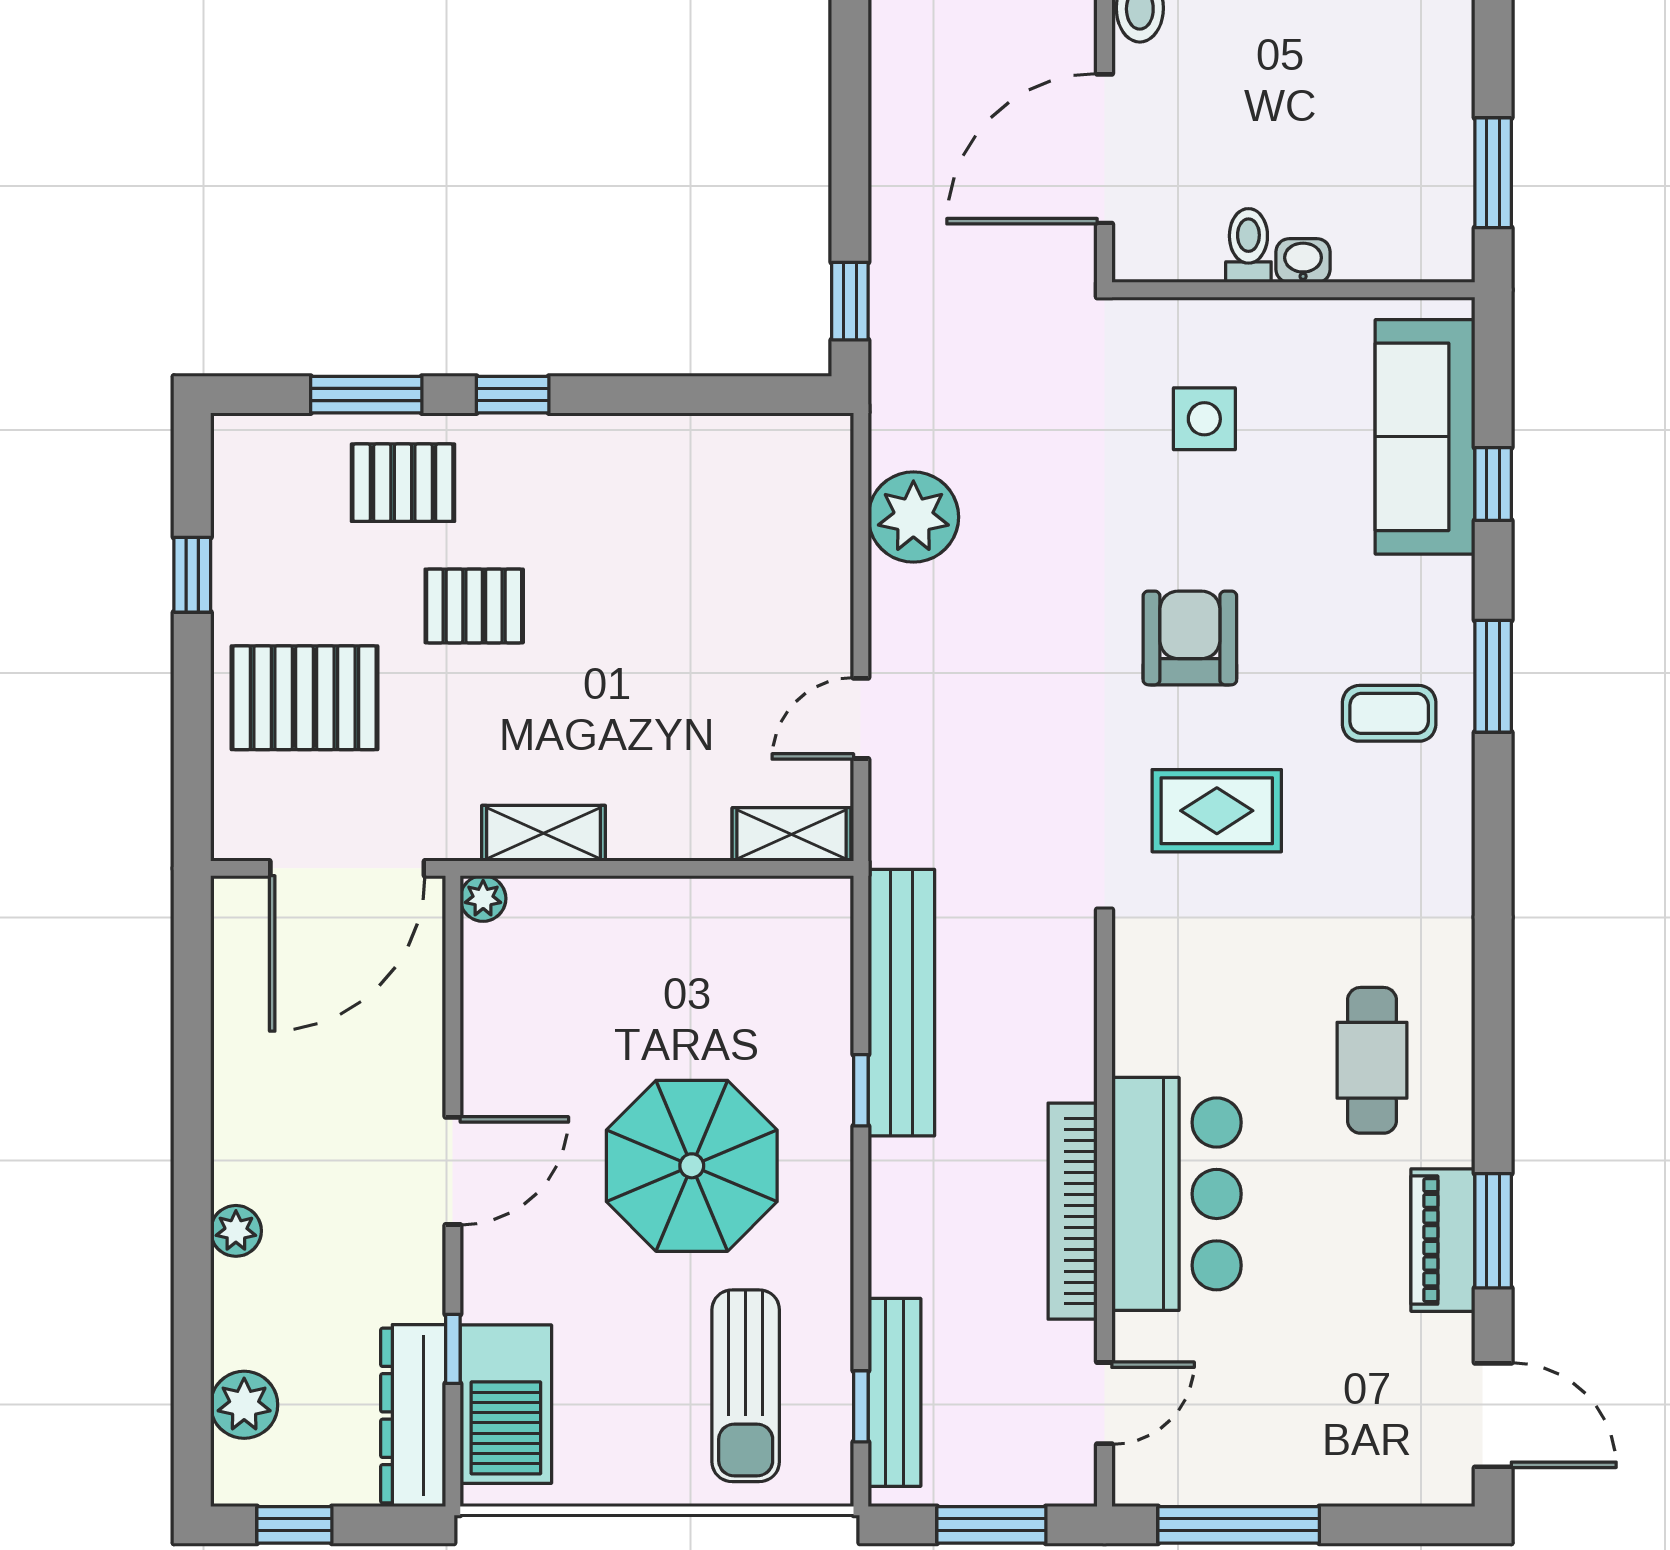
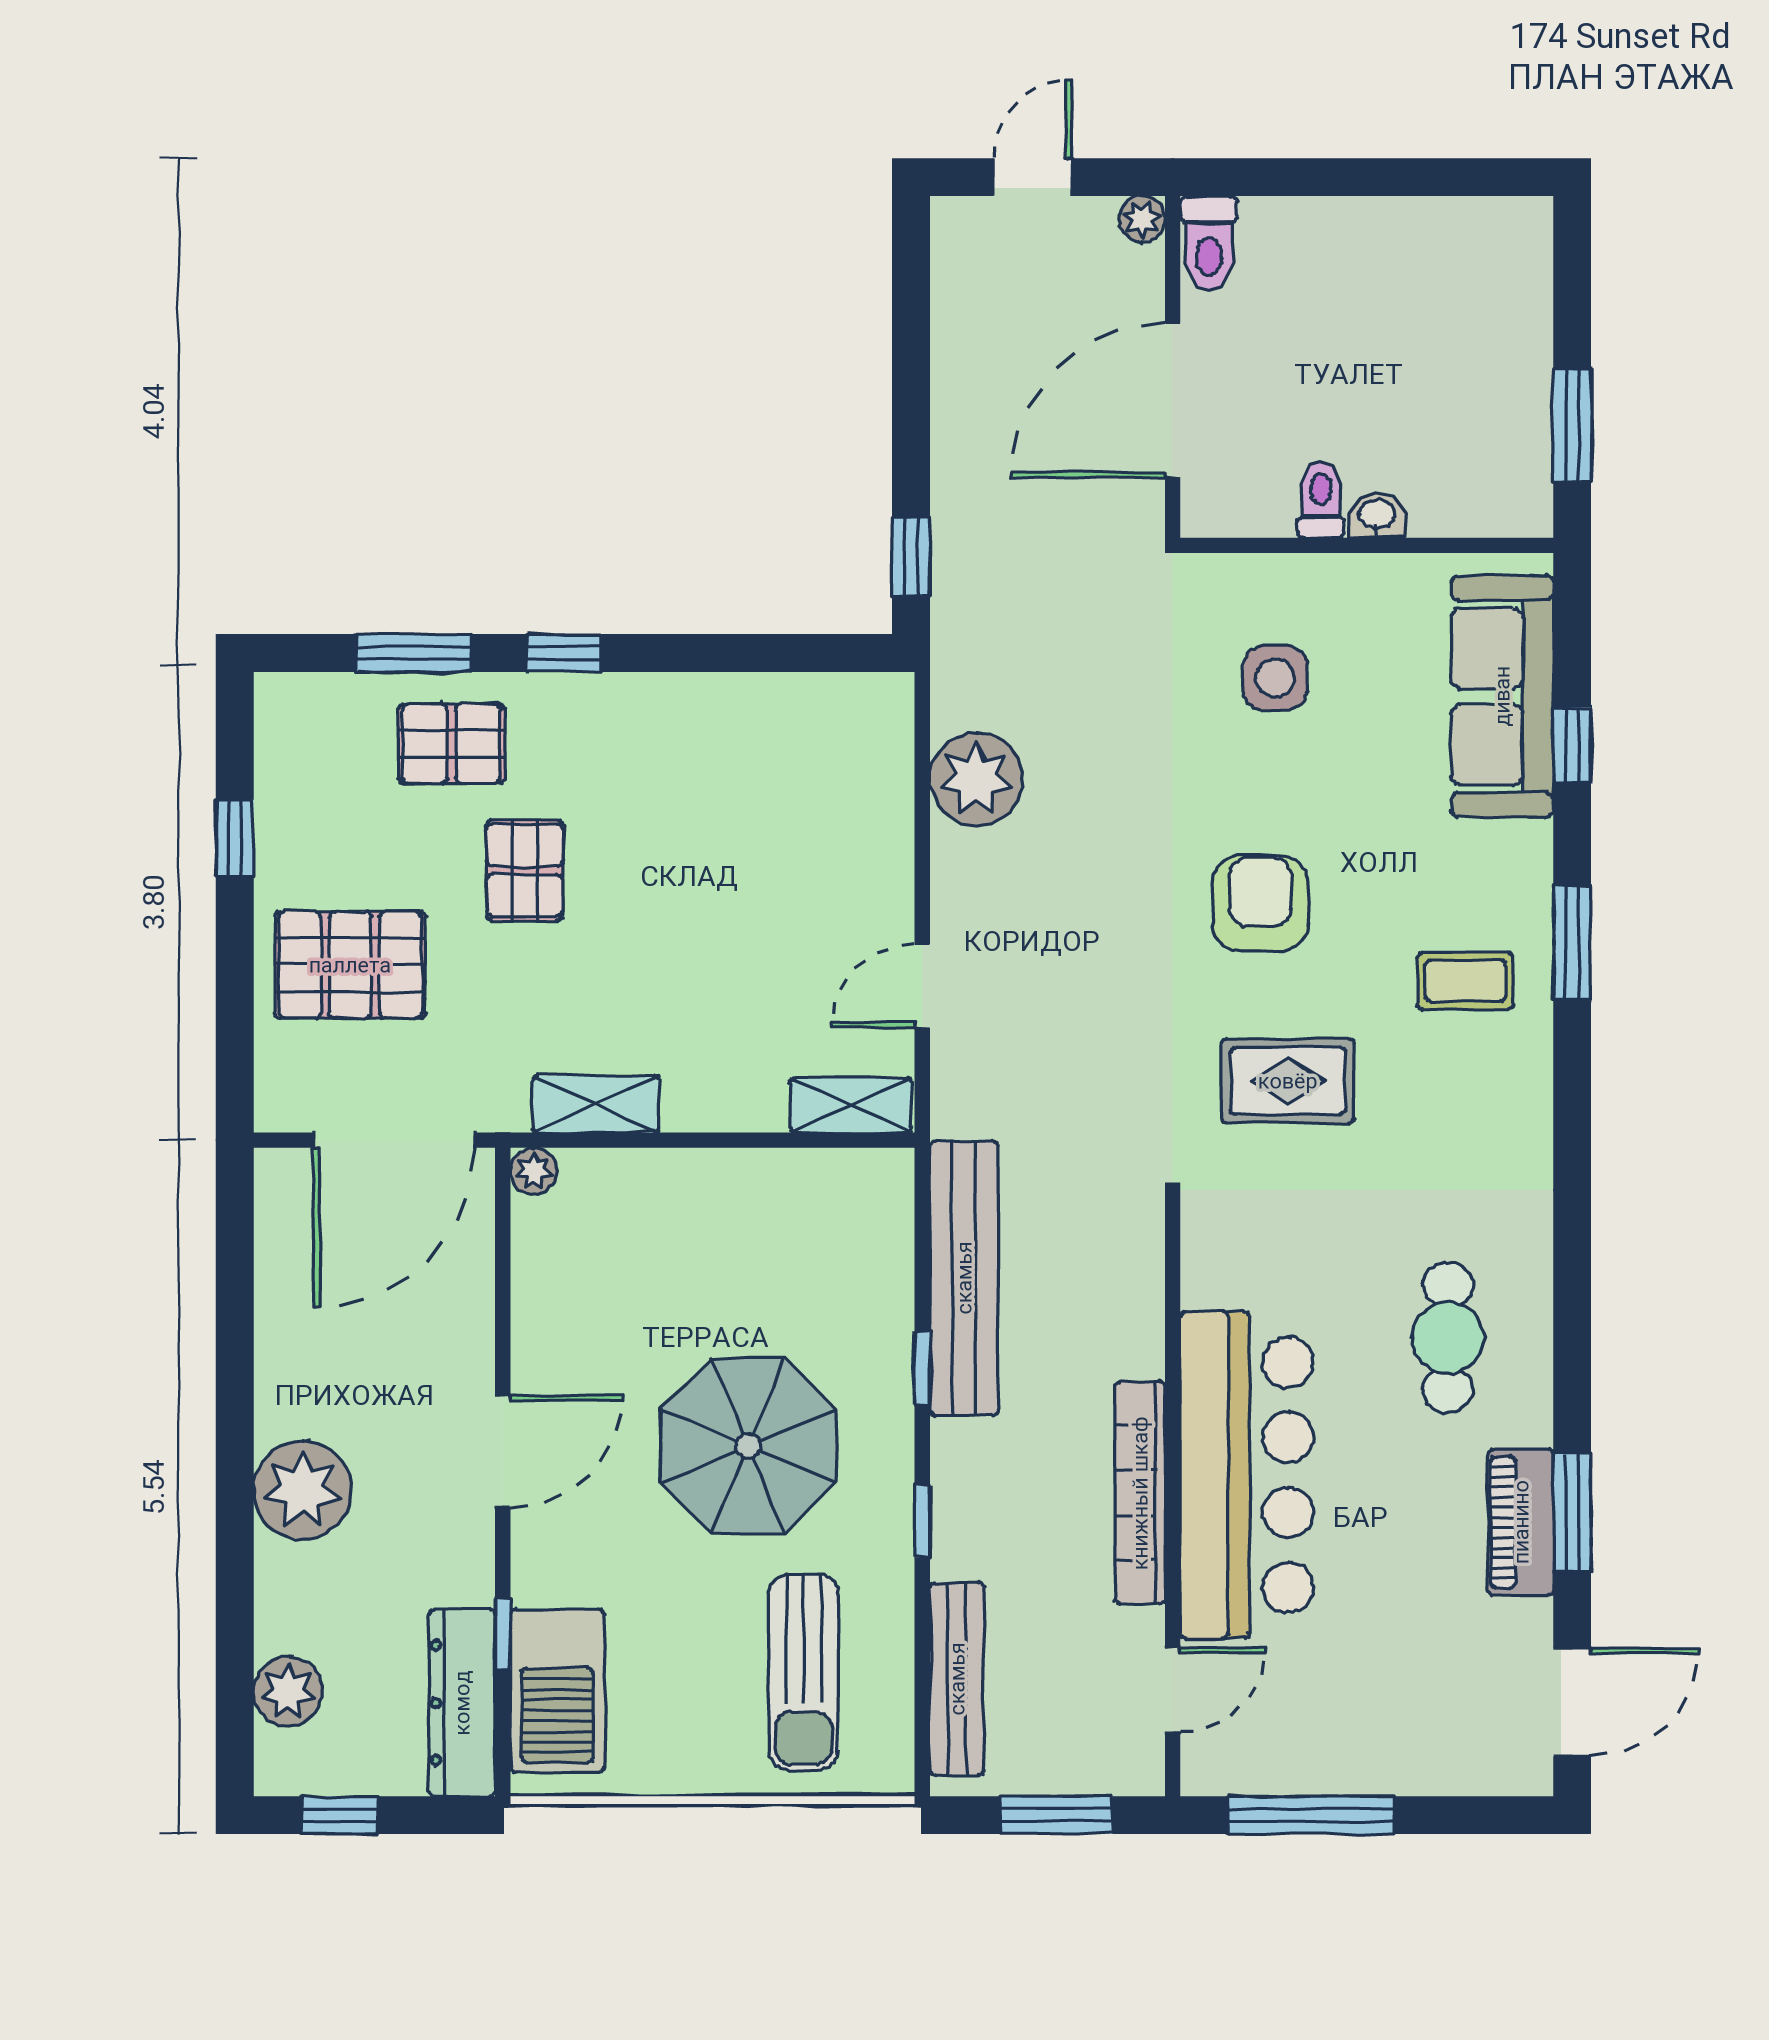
pallet: (474, 606) -> (525, 870), turned 90
bar counter: (1177, 1194) -> (1247, 1475), width x1.36
plant: (236, 1231) -> (303, 1490), width x1.87, depth x1.87
window: (861, 1406) -> (922, 1521), moved
door: (1493, 1415) -> (1572, 1702), hinge flipped

